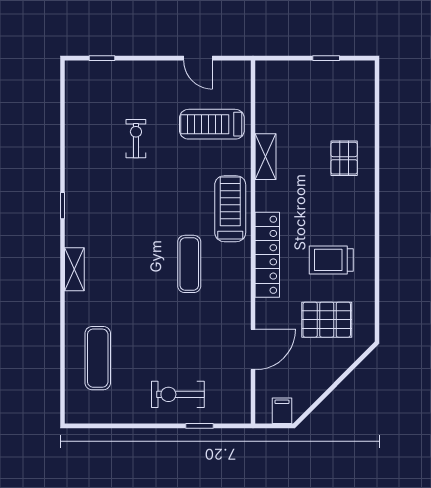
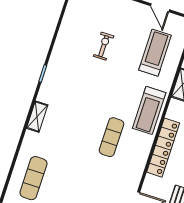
treadmill: (212, 124) -> (155, 53), turned 90
treadmill: (230, 209) -> (149, 110), turned 180

